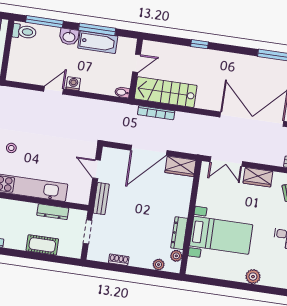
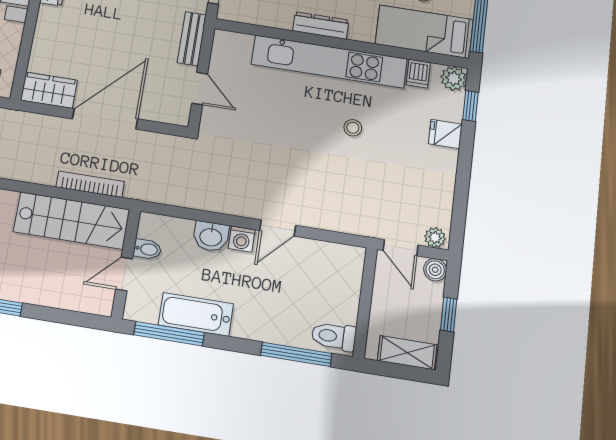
window: (97, 29) -> (169, 334), moved
washbasin: (69, 37) -> (211, 236), moved, turned 180
bidet: (122, 92) -> (147, 249), moved
dresser: (53, 212) -> (321, 26), moved

